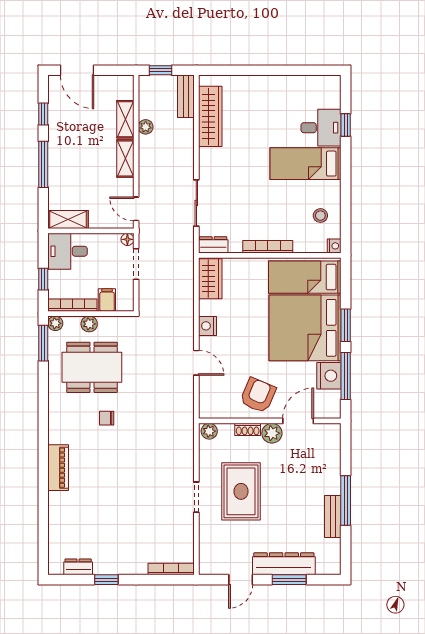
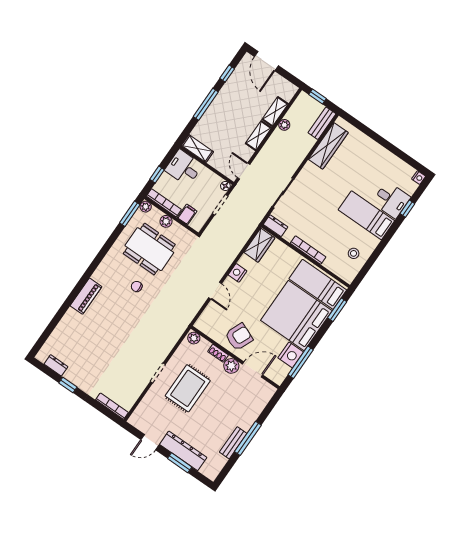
nightstand: (334, 246) -> (419, 178), moved
window: (346, 325) -> (337, 310), moved

